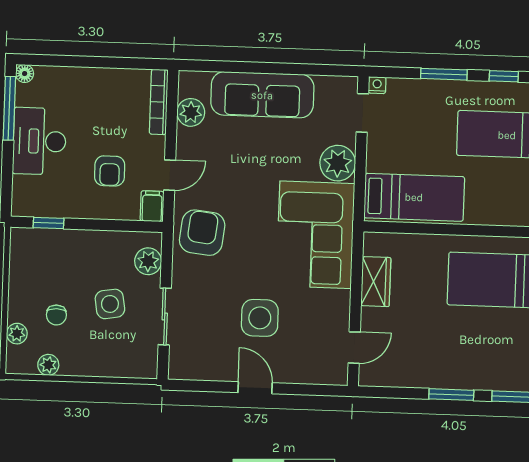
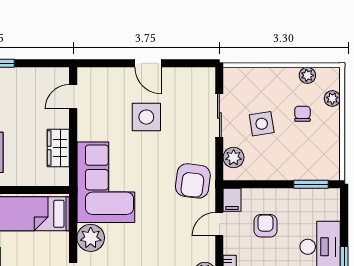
window: (48, 223) -> (311, 184), width x1.50

